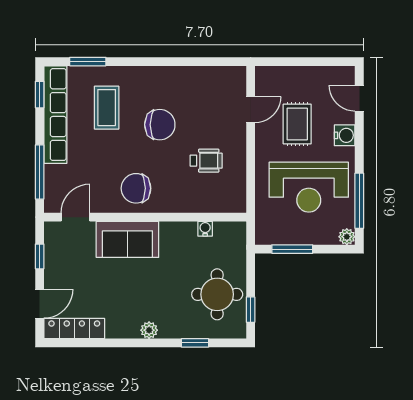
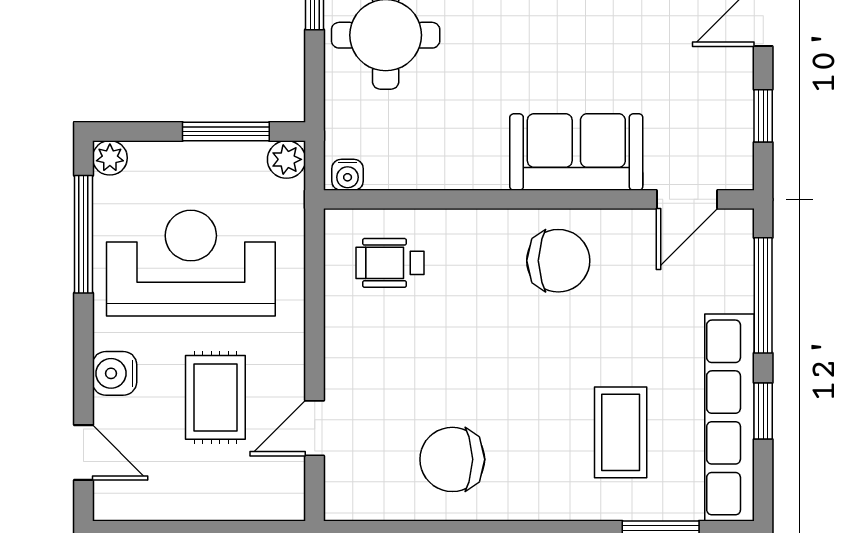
window: (40, 95) -> (763, 411), moved
chair: (160, 125) -> (452, 459), moved
wheelchair: (206, 161) -> (390, 263), moved
water cooler: (205, 229) -> (348, 175), moved
plant: (264, 236) -> (286, 159), added

